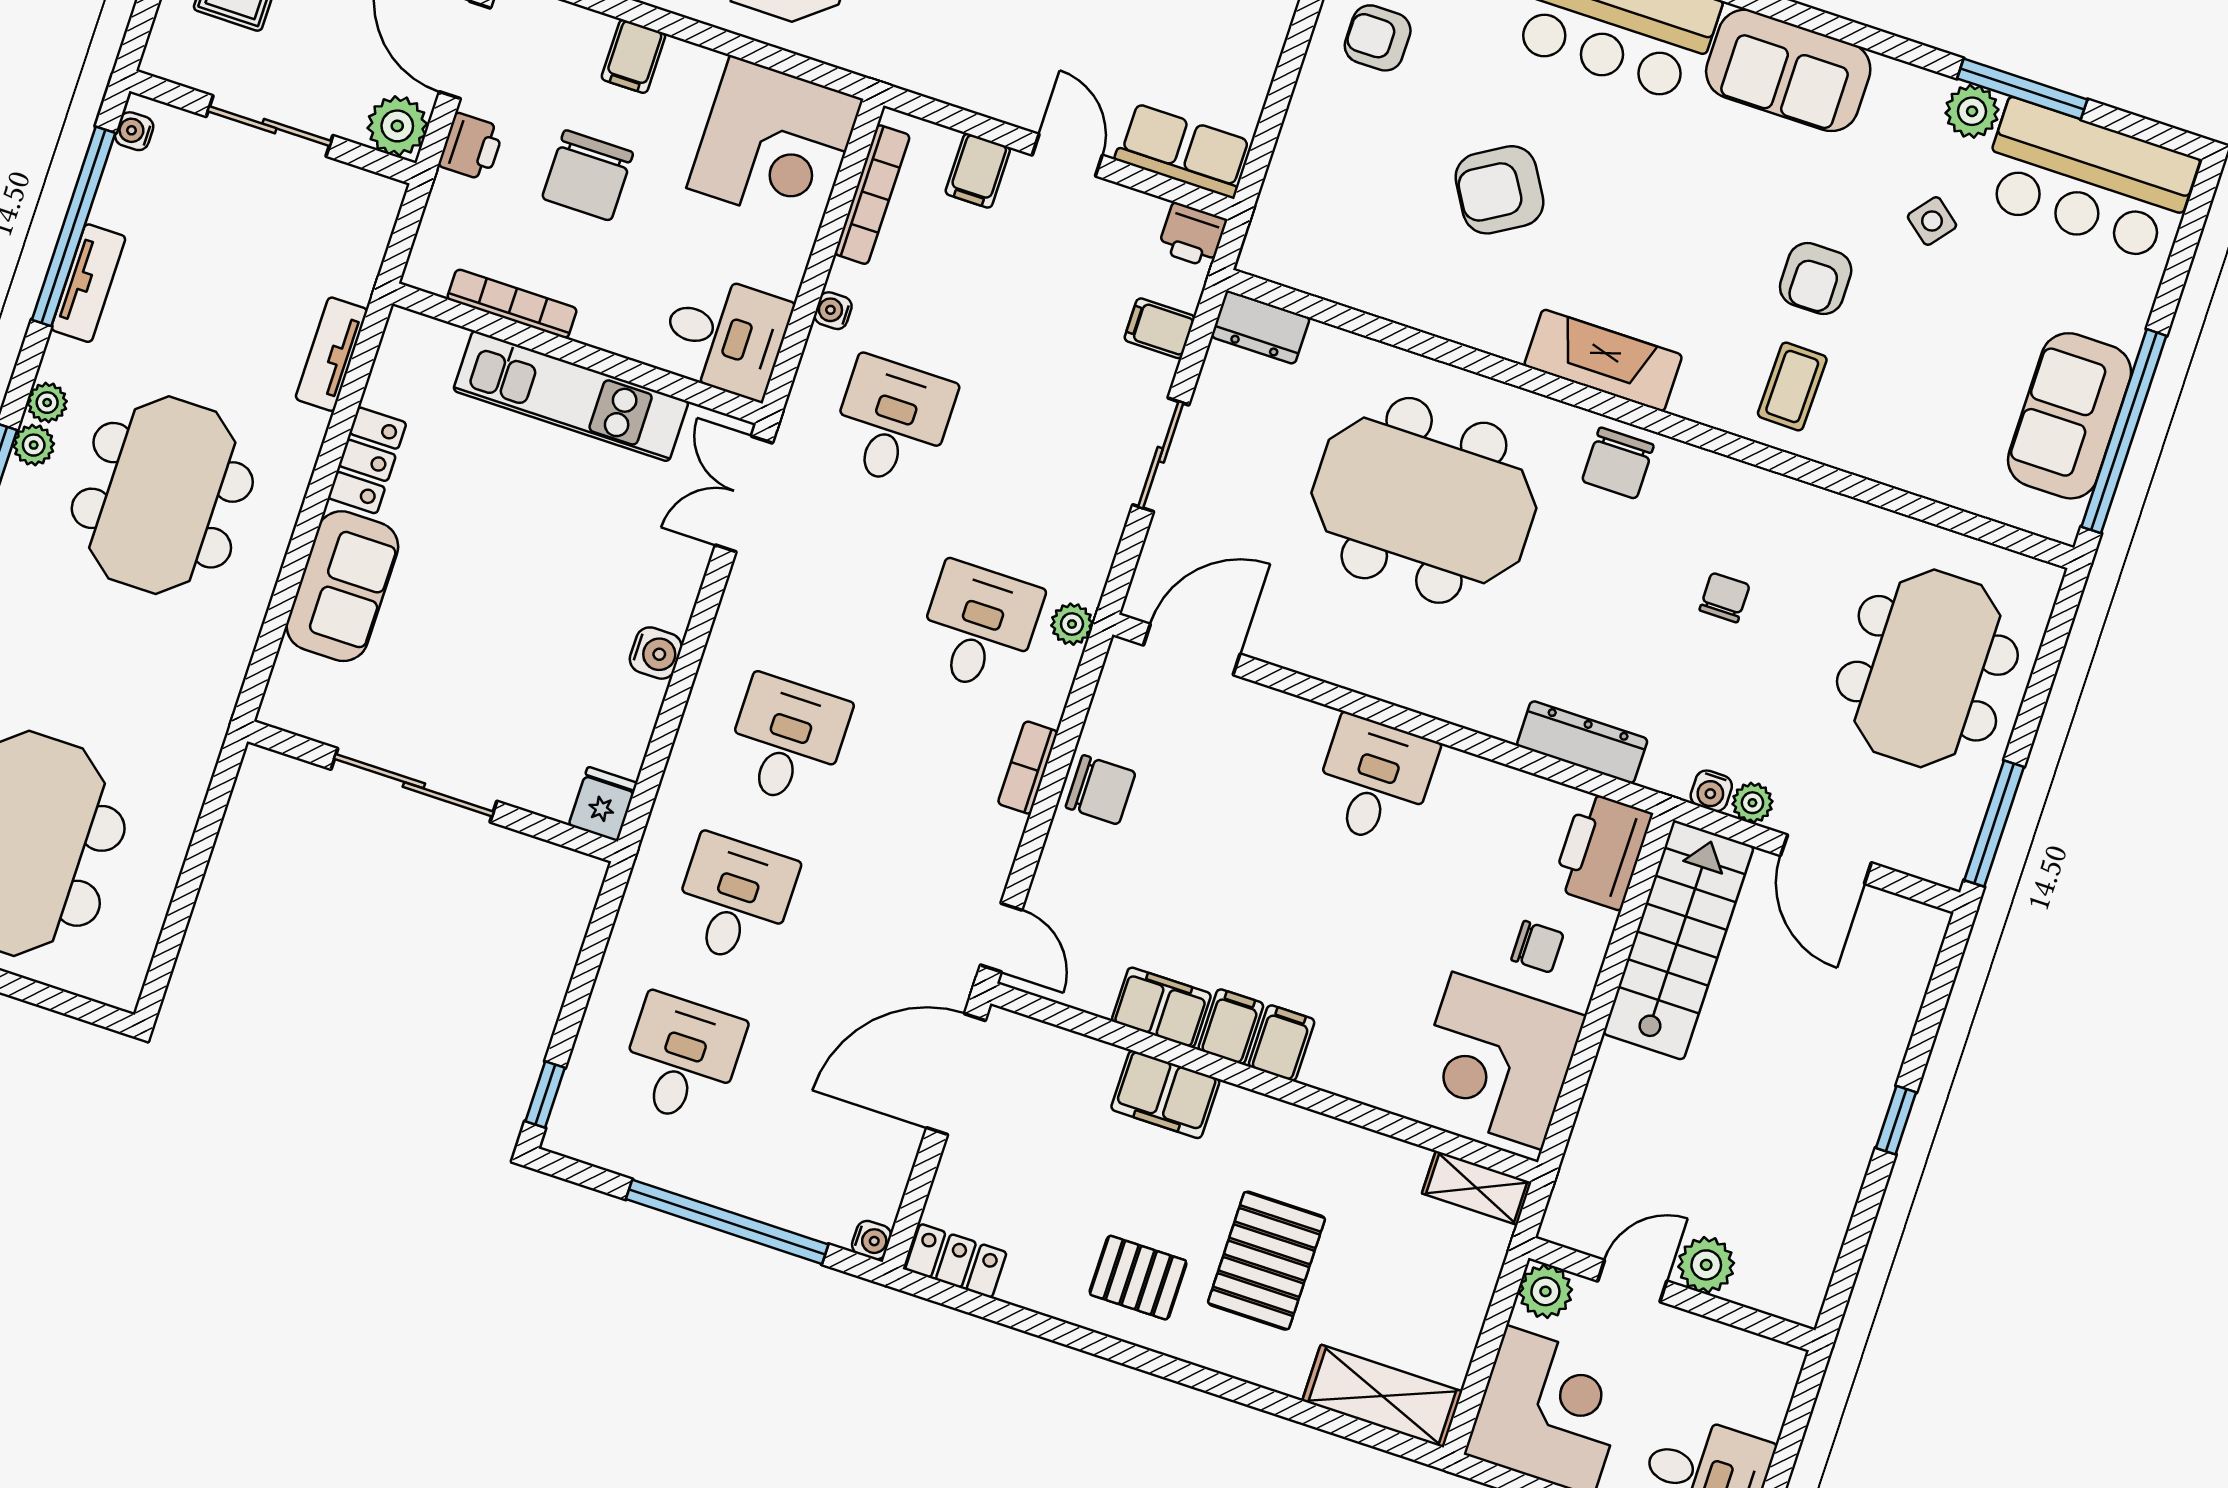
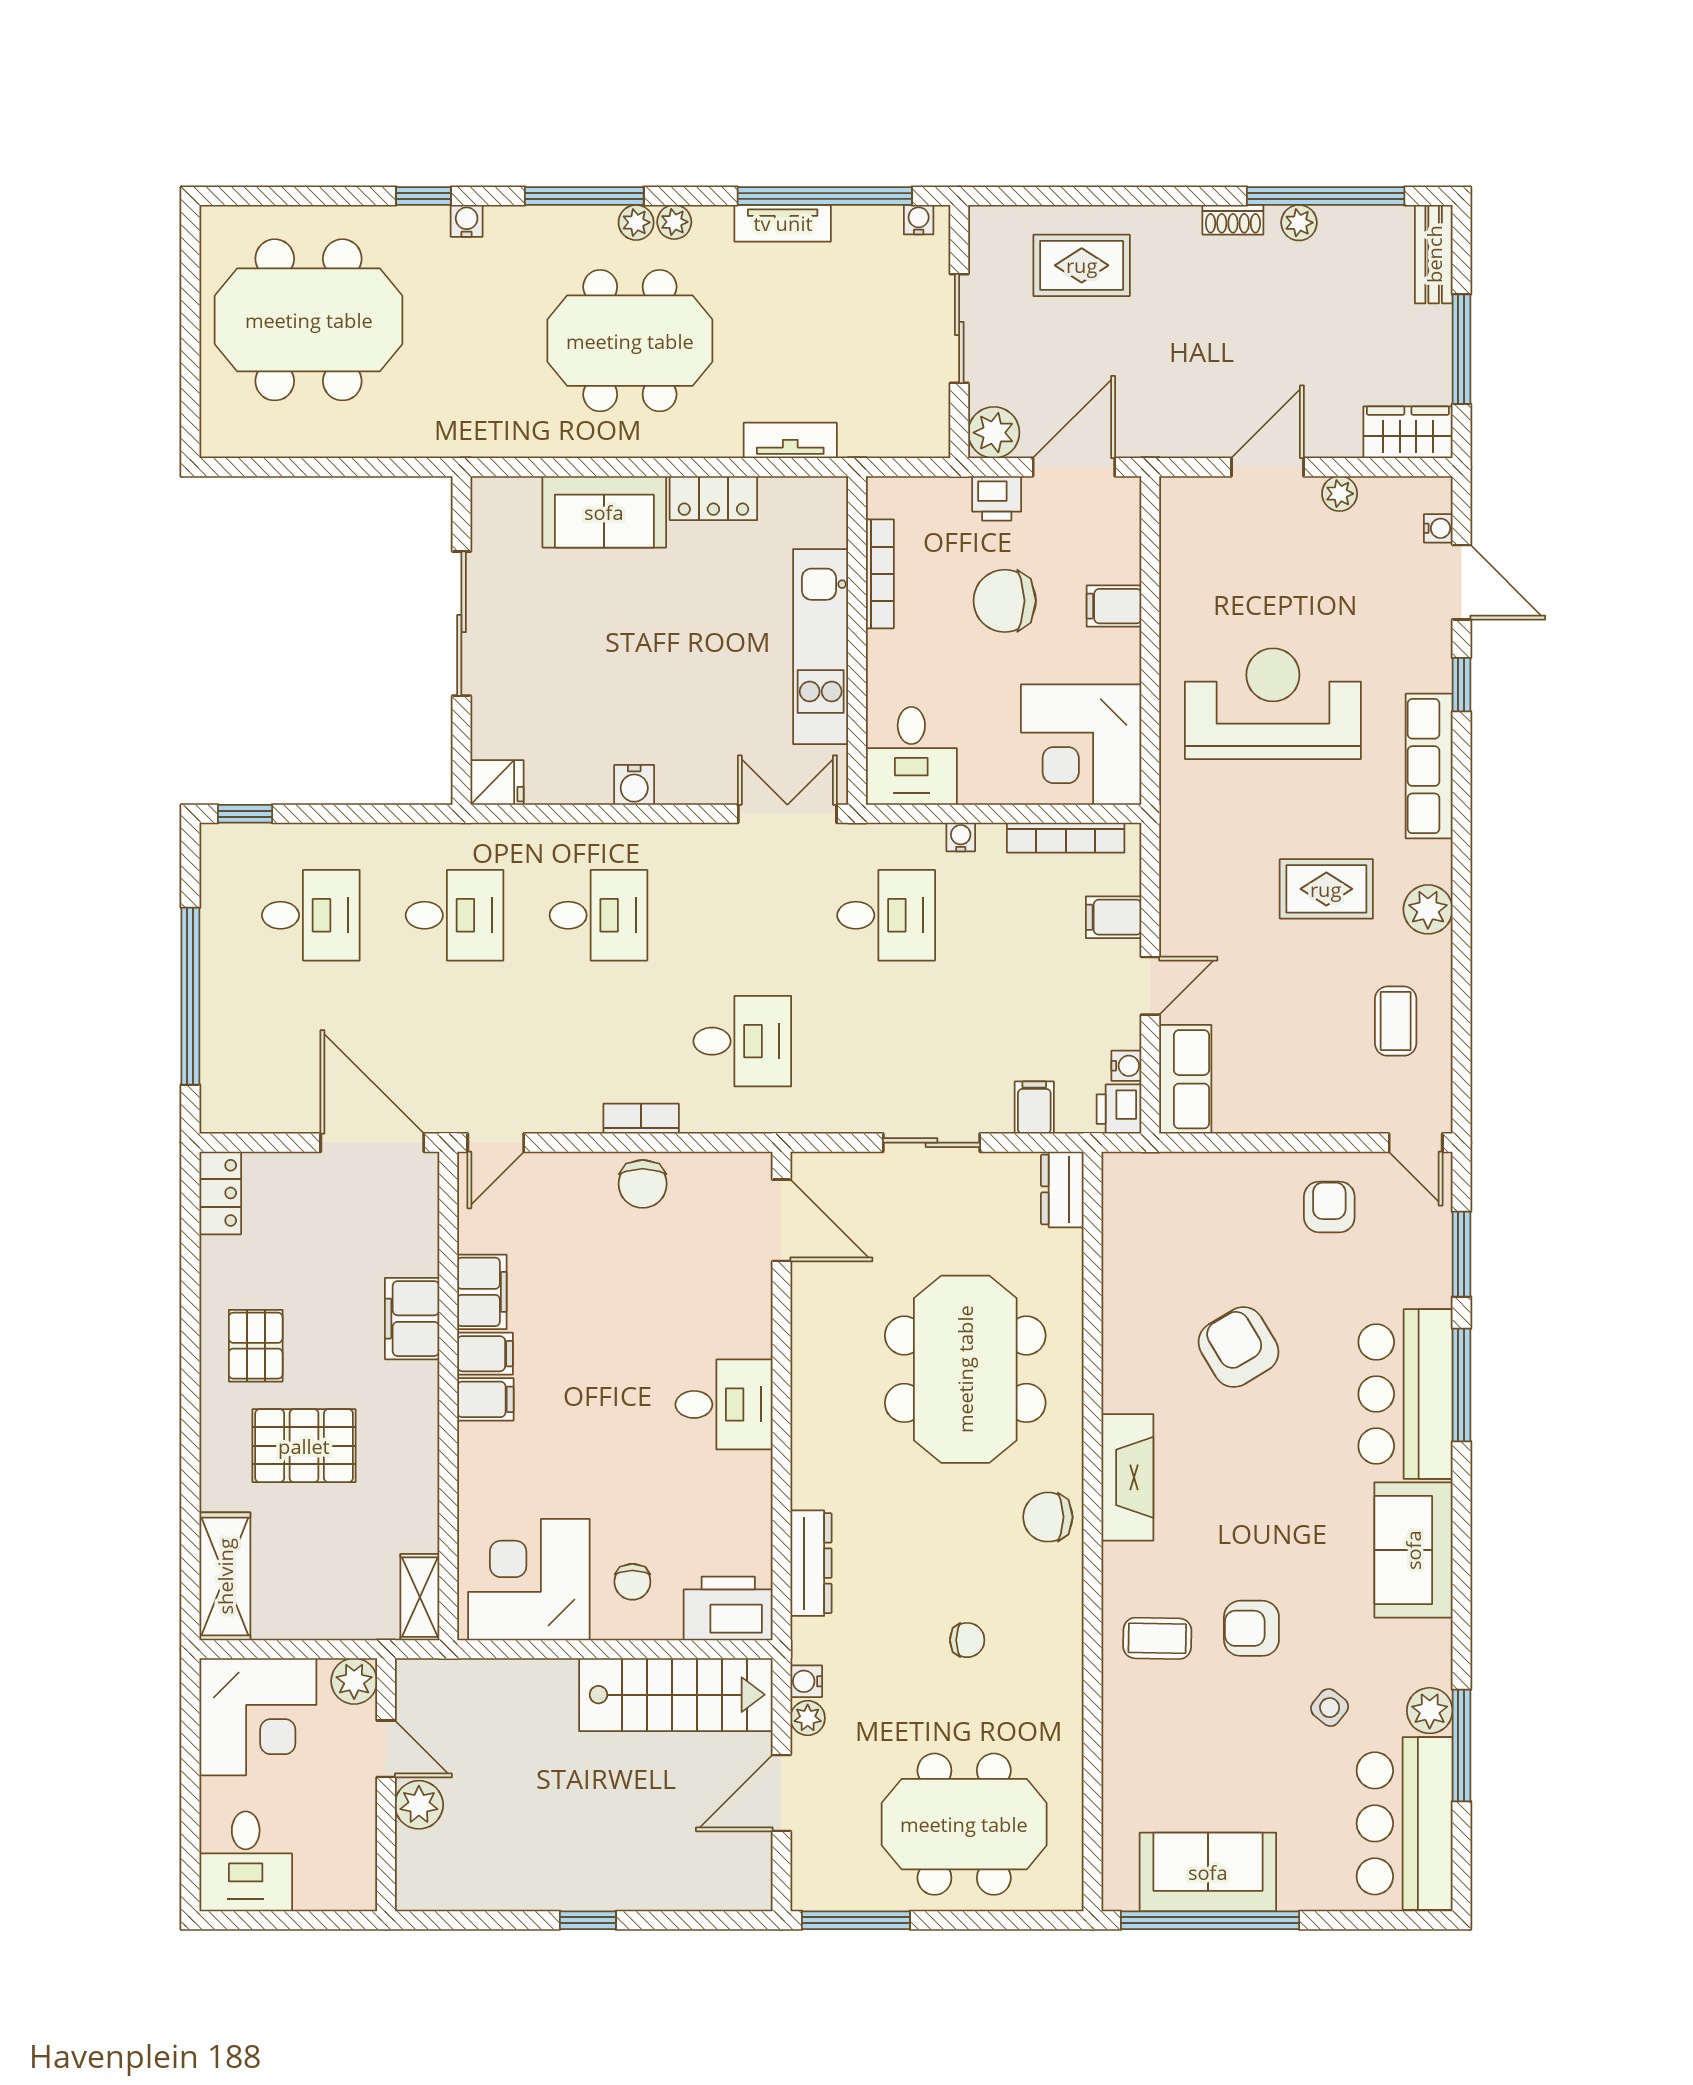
plant: (1072, 624) -> (770, 1116), removed
water cooler: (872, 1240) -> (1126, 1066), moved, turned -90

